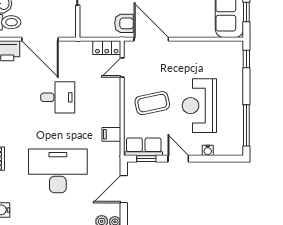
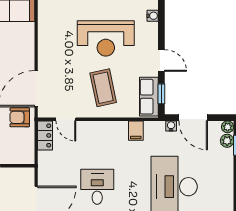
armchair: (124, 23) -> (20, 117), turned -90
water cooler: (208, 150) -> (153, 16), moved
door: (178, 159) -> (161, 60), swing flipped
water cooler: (116, 168) -> (171, 126), added

